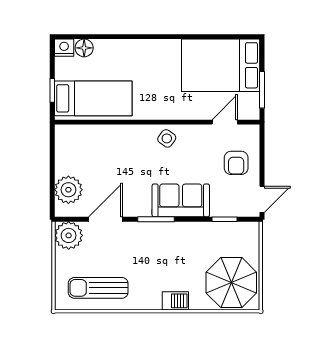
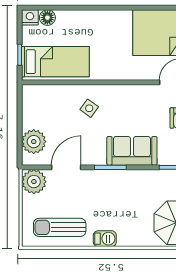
side table: (167, 138) -> (89, 108), moved
barbecue: (175, 301) -> (105, 239), moved

